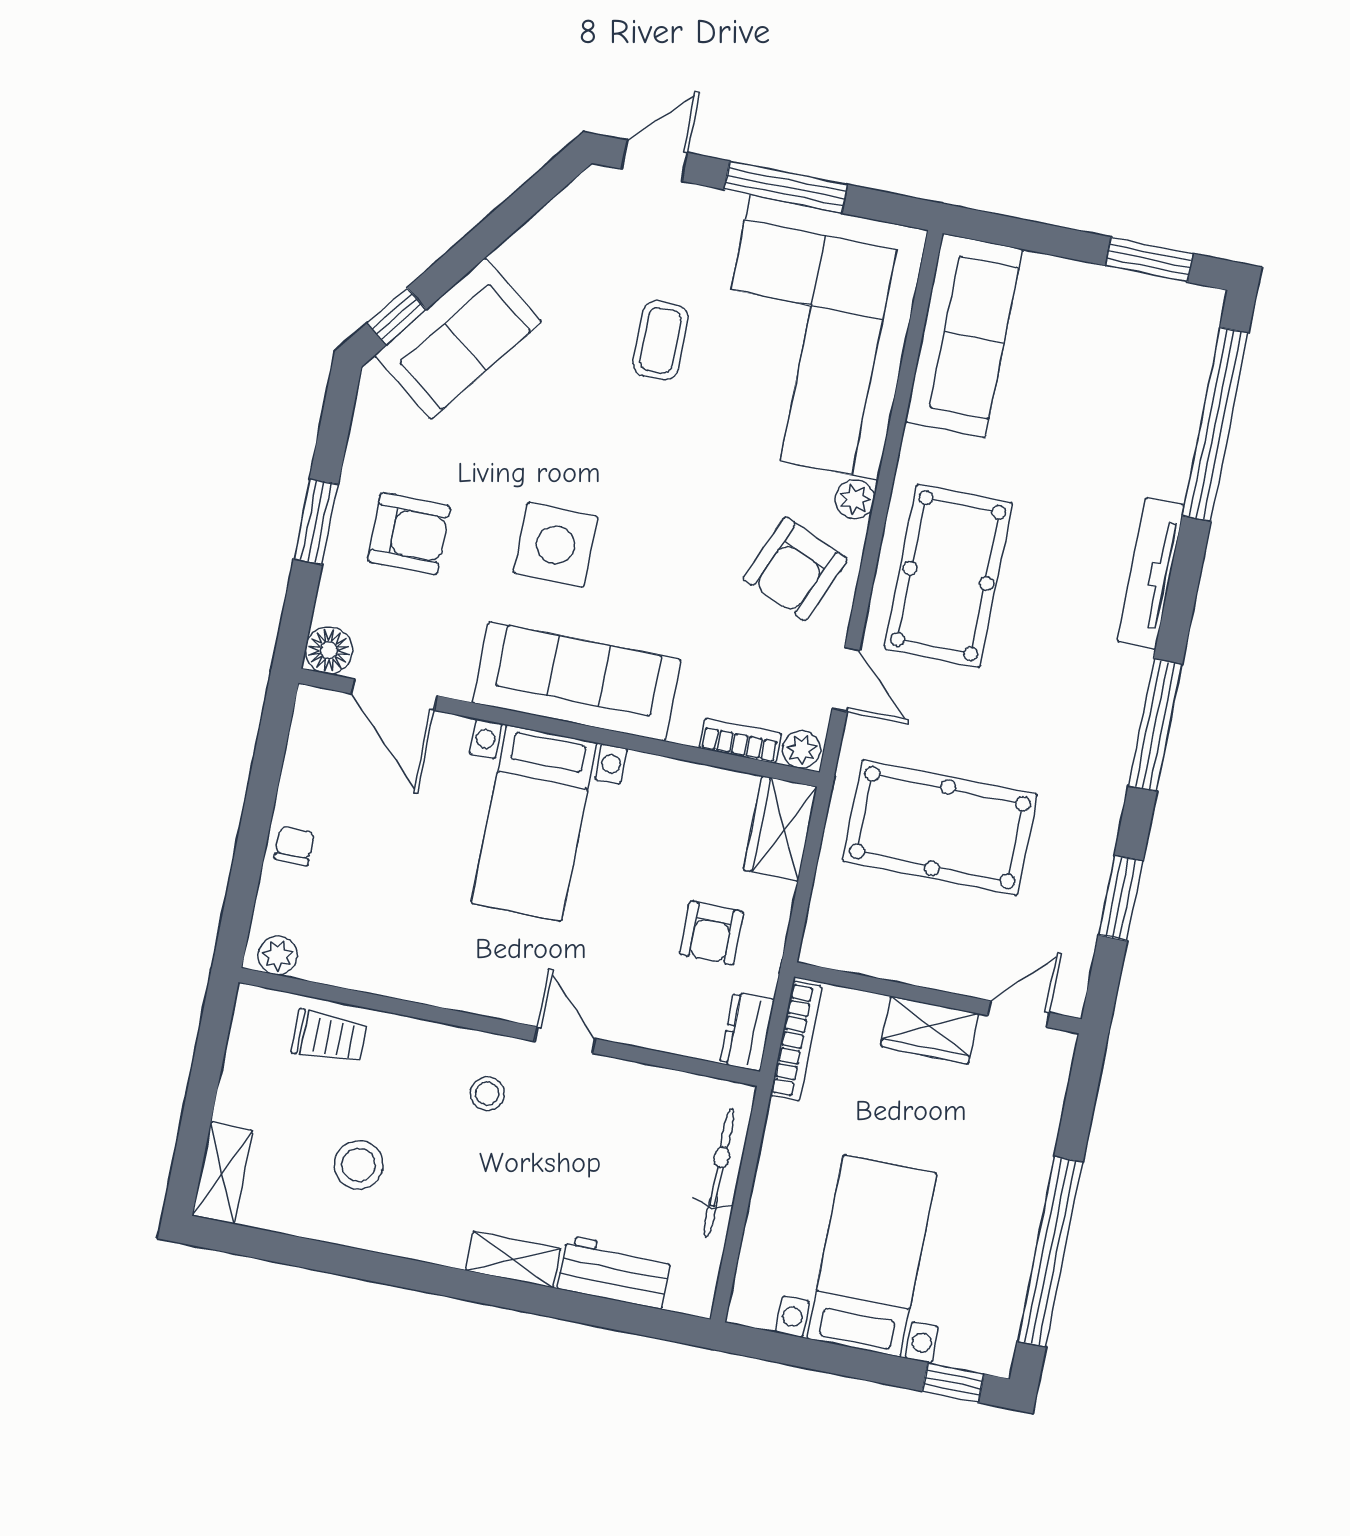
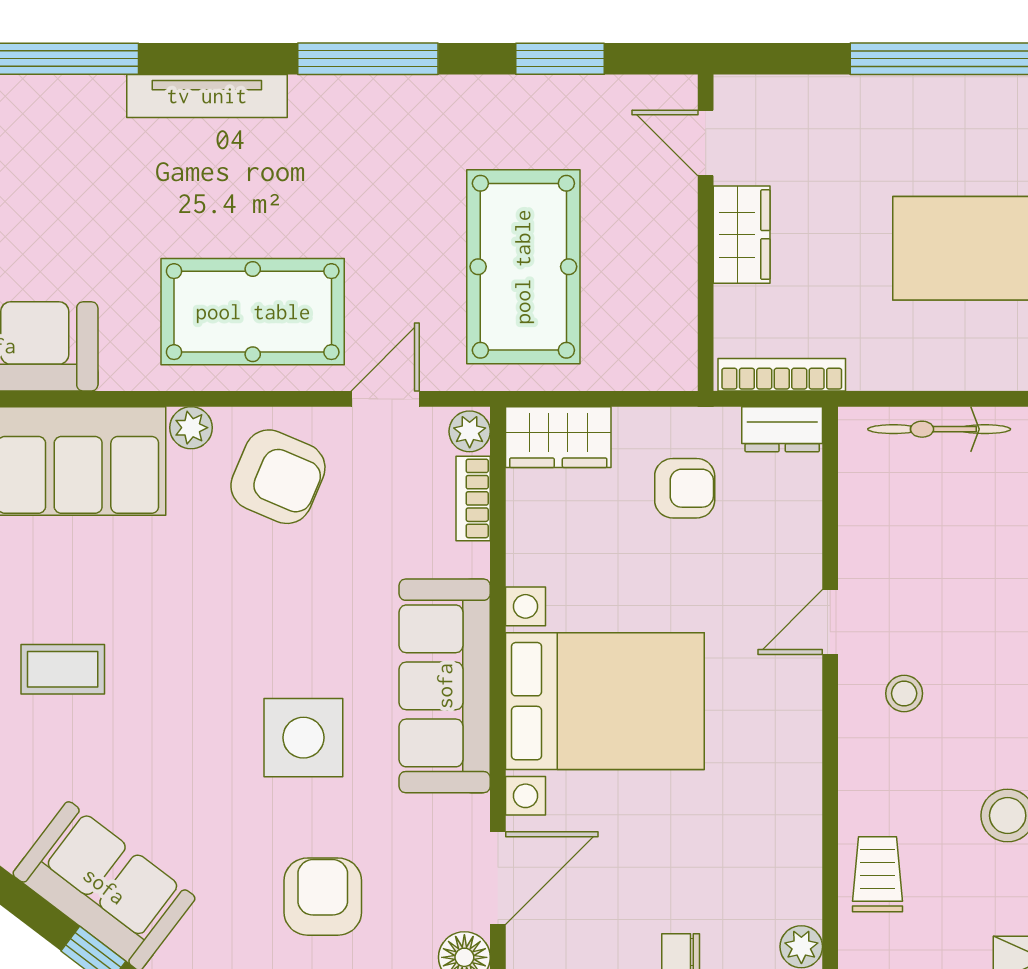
bed with nightstands: (534, 823) -> (605, 701), width x1.36

